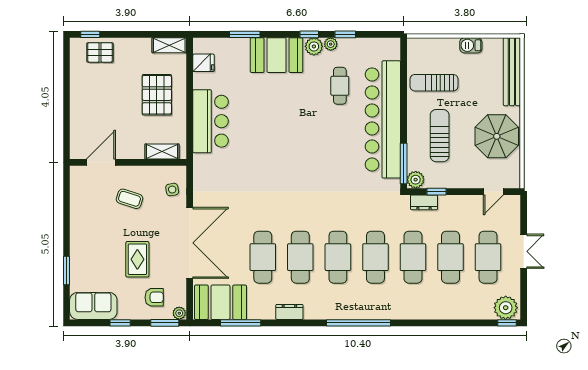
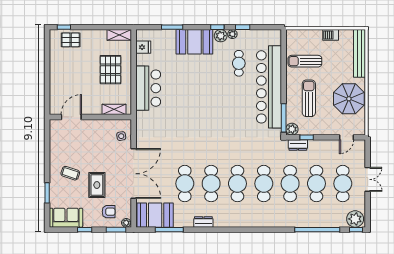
coffee table: (129, 199) -> (70, 173), moved
window: (359, 323) -> (317, 230), moved

